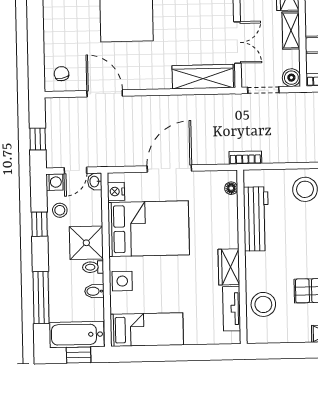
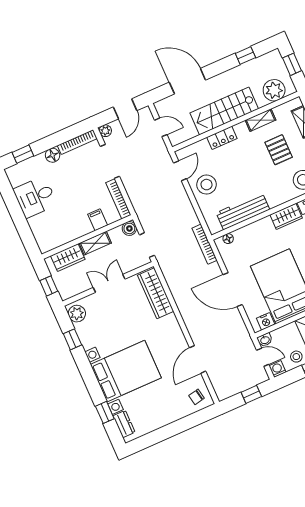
double door: (237, 42) -> (109, 283), moved
bookcase: (245, 158) -> (204, 244), width x1.56

